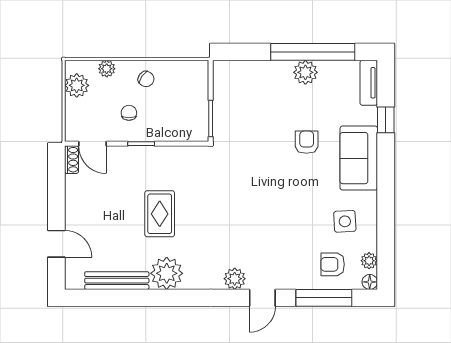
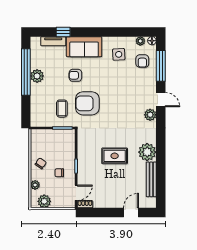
tv unit: (369, 83) -> (53, 41), moved
coffee table: (246, 118) -> (62, 109), added
armchair: (255, 164) -> (87, 103), added

